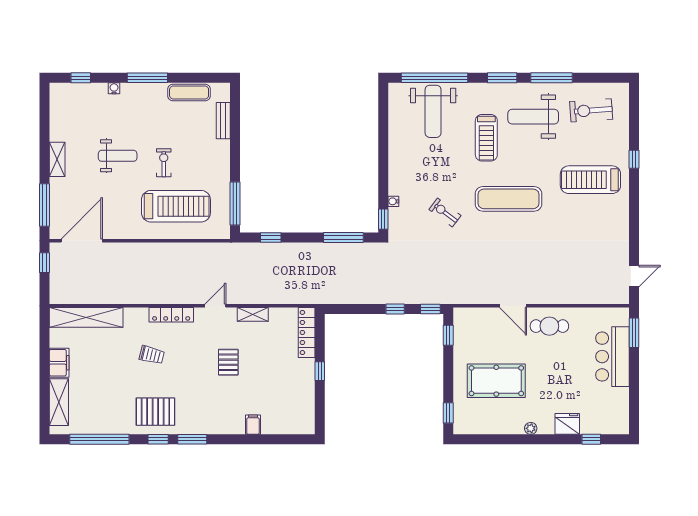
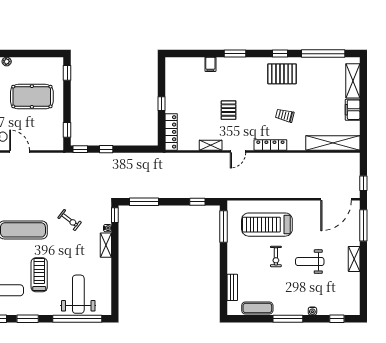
shelving: (396, 178) -> (106, 245), added
window: (192, 439) -> (235, 54), moved

